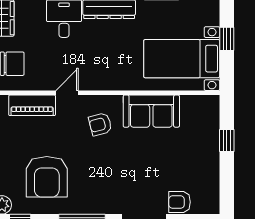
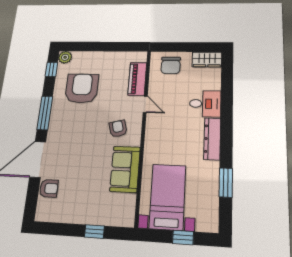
armchair: (47, 177) -> (82, 88), turned 90
armchair: (180, 202) -> (49, 188), turned 90

